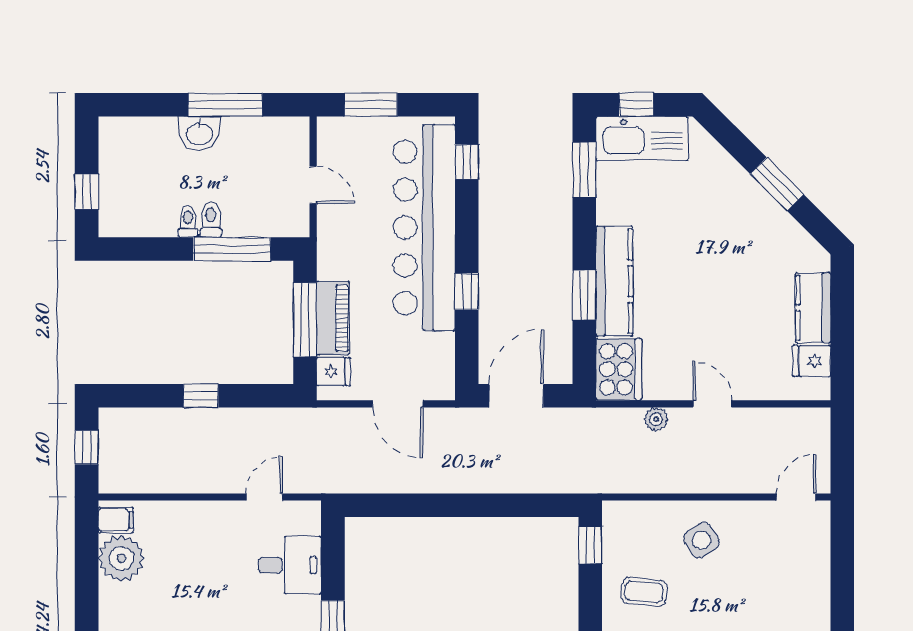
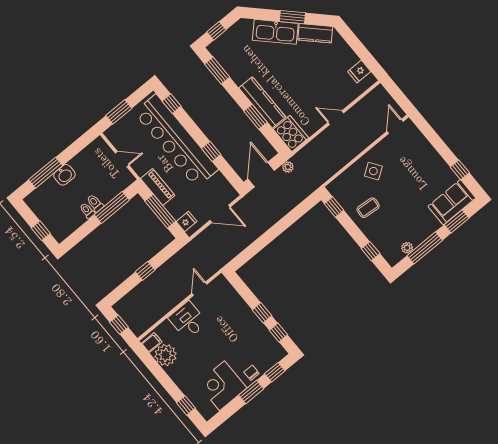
window: (225, 105) -> (46, 173), moved
kitchen sink: (642, 138) -> (275, 32), moved, turned 45
kitchen counter: (813, 308) -> (315, 33), moved, turned -45
piano: (333, 318) -> (158, 187), moved
plant: (656, 419) -> (288, 167), moved
desk: (290, 565) -> (188, 320), moved, turned -90

